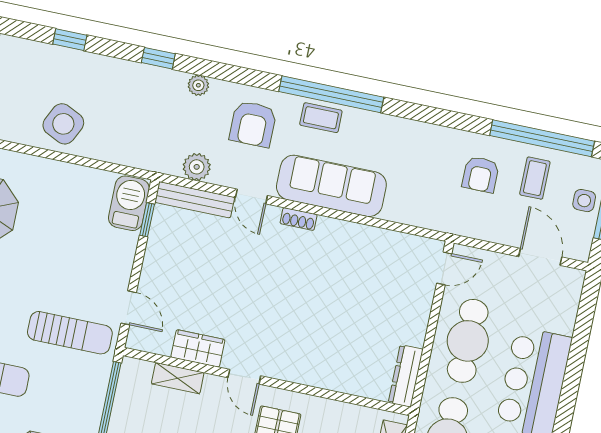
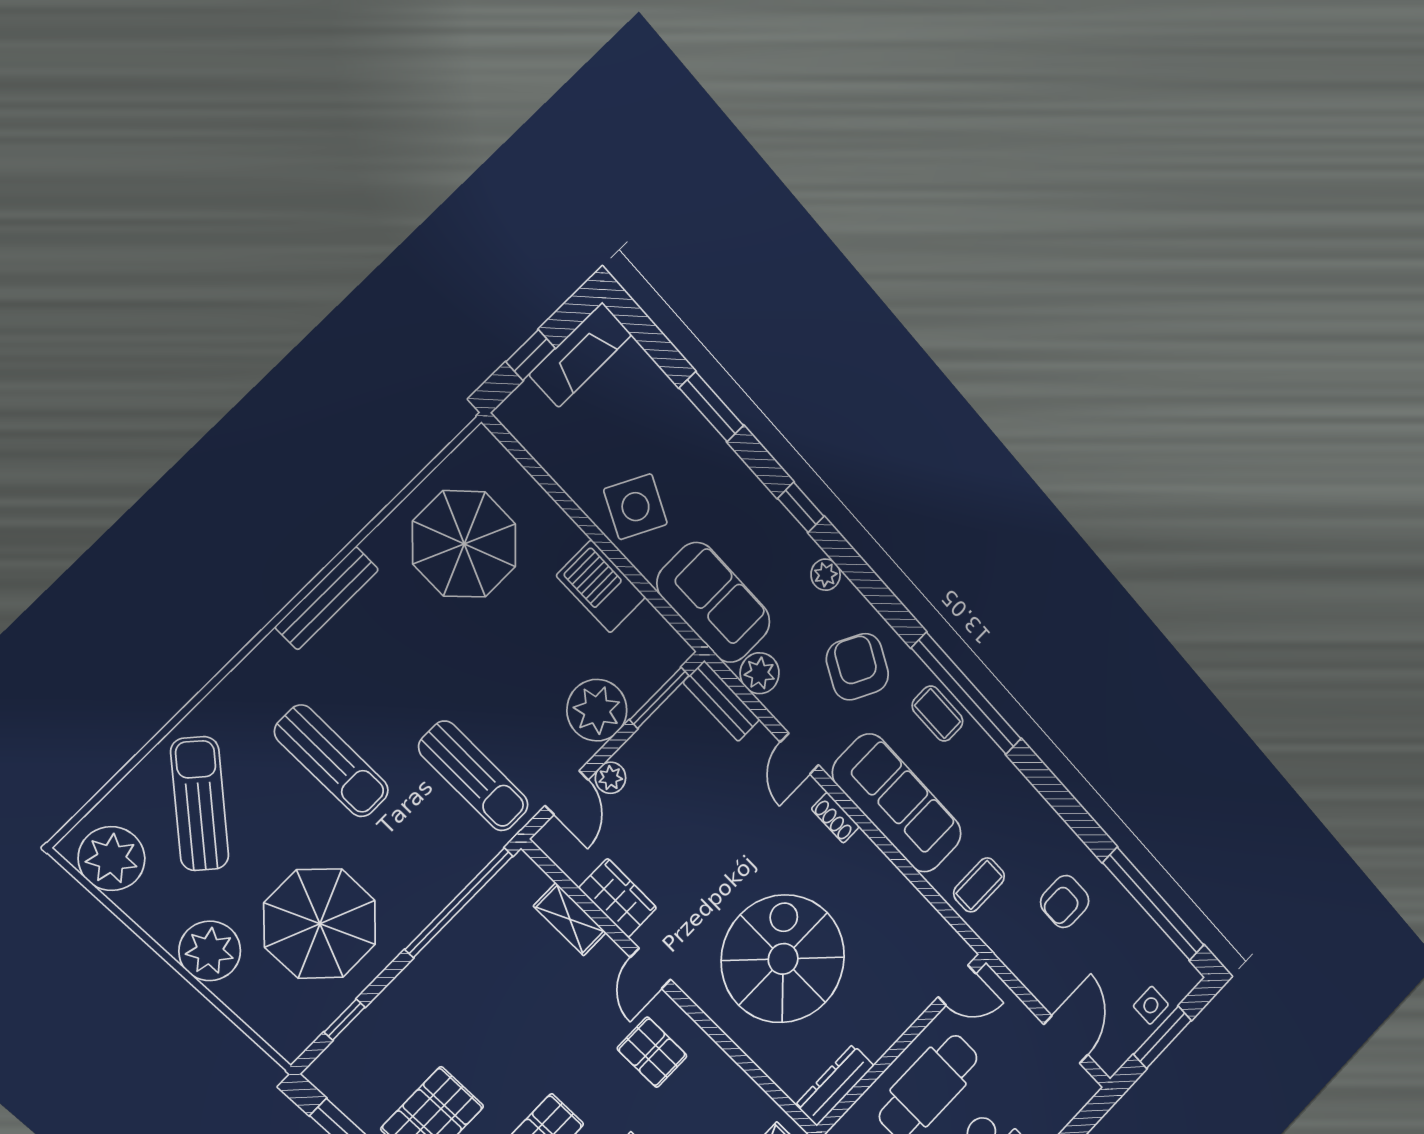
window: (70, 40) -> (711, 407), width x1.50
armchair: (253, 124) -> (857, 667), turned 117
sofa: (143, 146) -> (714, 603), added
coffee table: (535, 178) -> (979, 885), moved
bench: (195, 200) -> (721, 701), width x0.73
barbecue: (129, 203) -> (601, 586), moved, turned -90
window: (147, 220) -> (659, 698), width x1.50
plant: (116, 250) -> (597, 710), added
plant: (149, 283) -> (611, 778), added
spiral stairs: (322, 321) -> (783, 959), added

